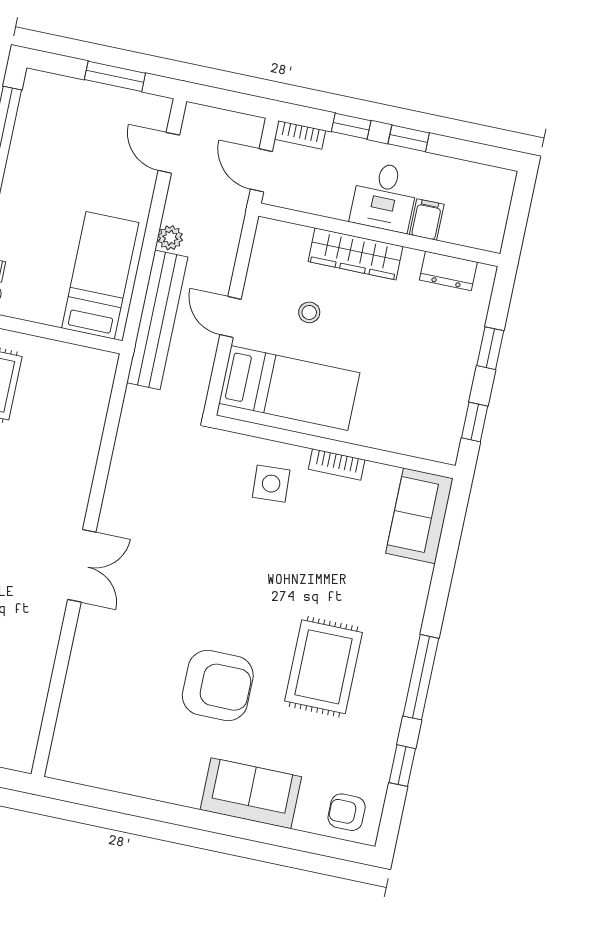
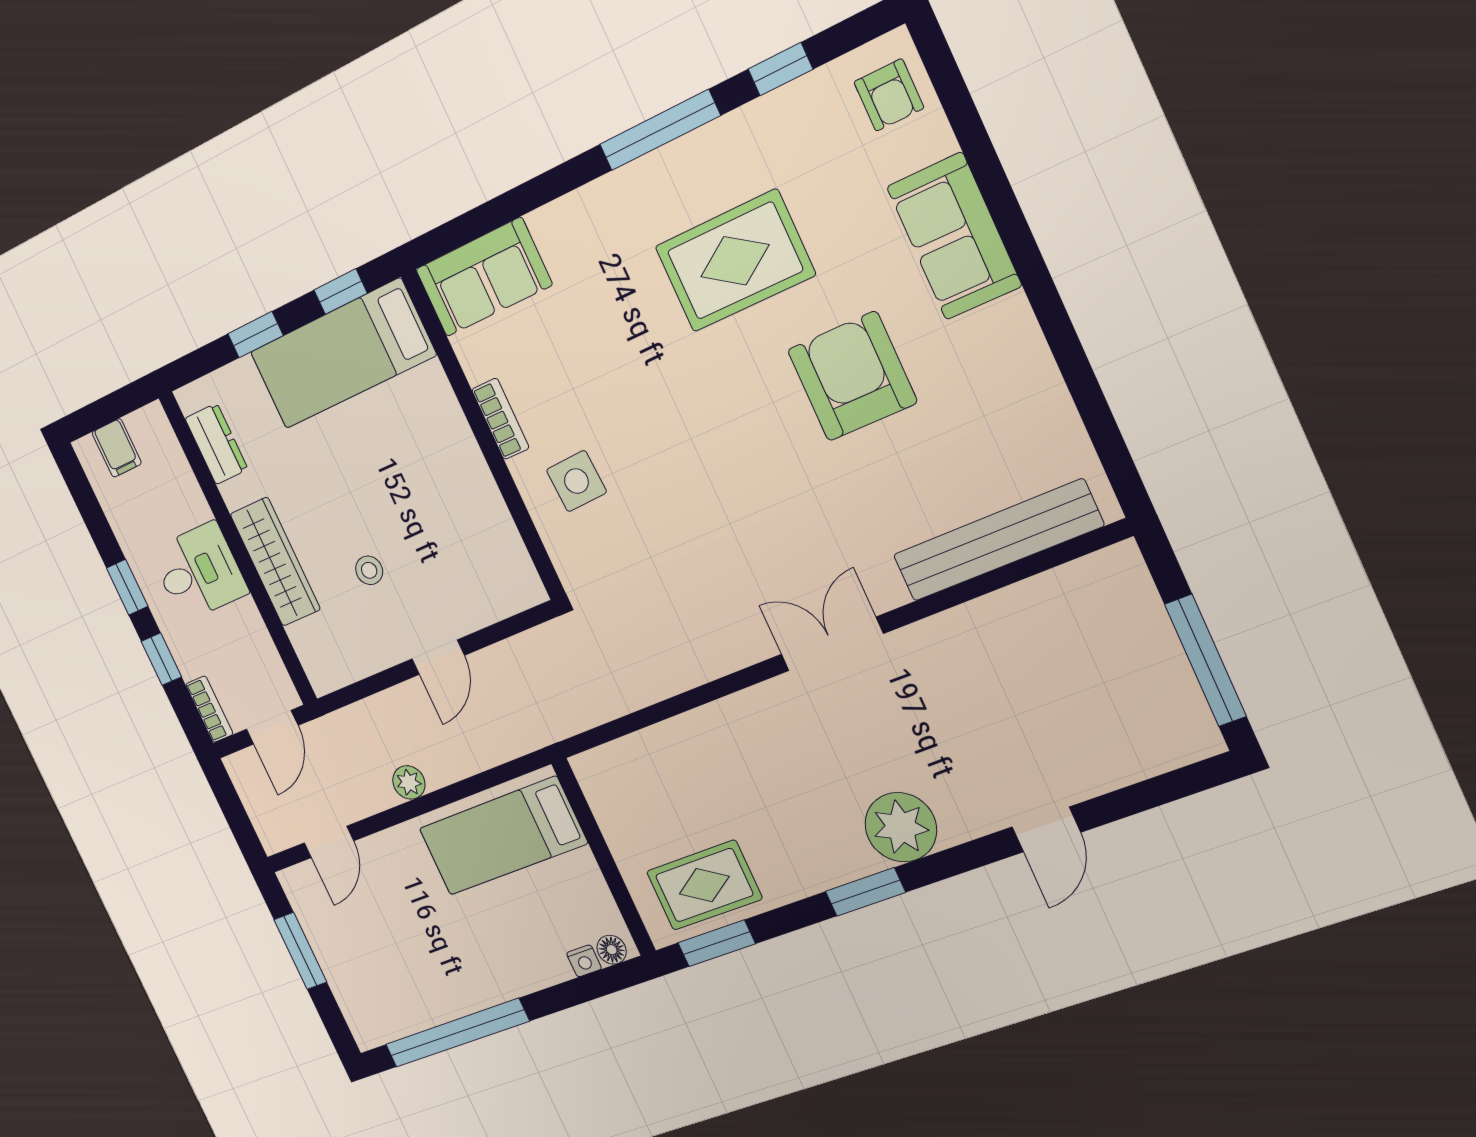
filing cabinet: (427, 219) -> (117, 448), moved, turned -90
bench: (157, 320) -> (998, 540), moved
bed: (289, 388) -> (343, 354), moved, turned -90

